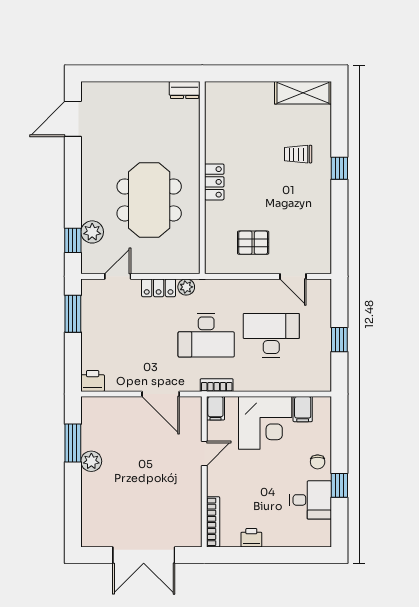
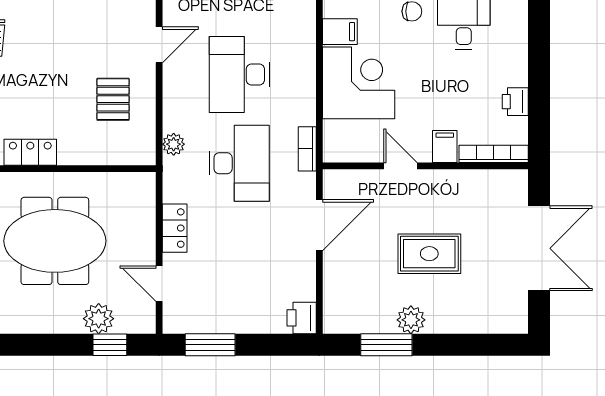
plant: (186, 287) -> (174, 144), moved
filing cabinet: (215, 408) -> (445, 146), moved, turned -90
rug: (140, 475) -> (429, 254), added

